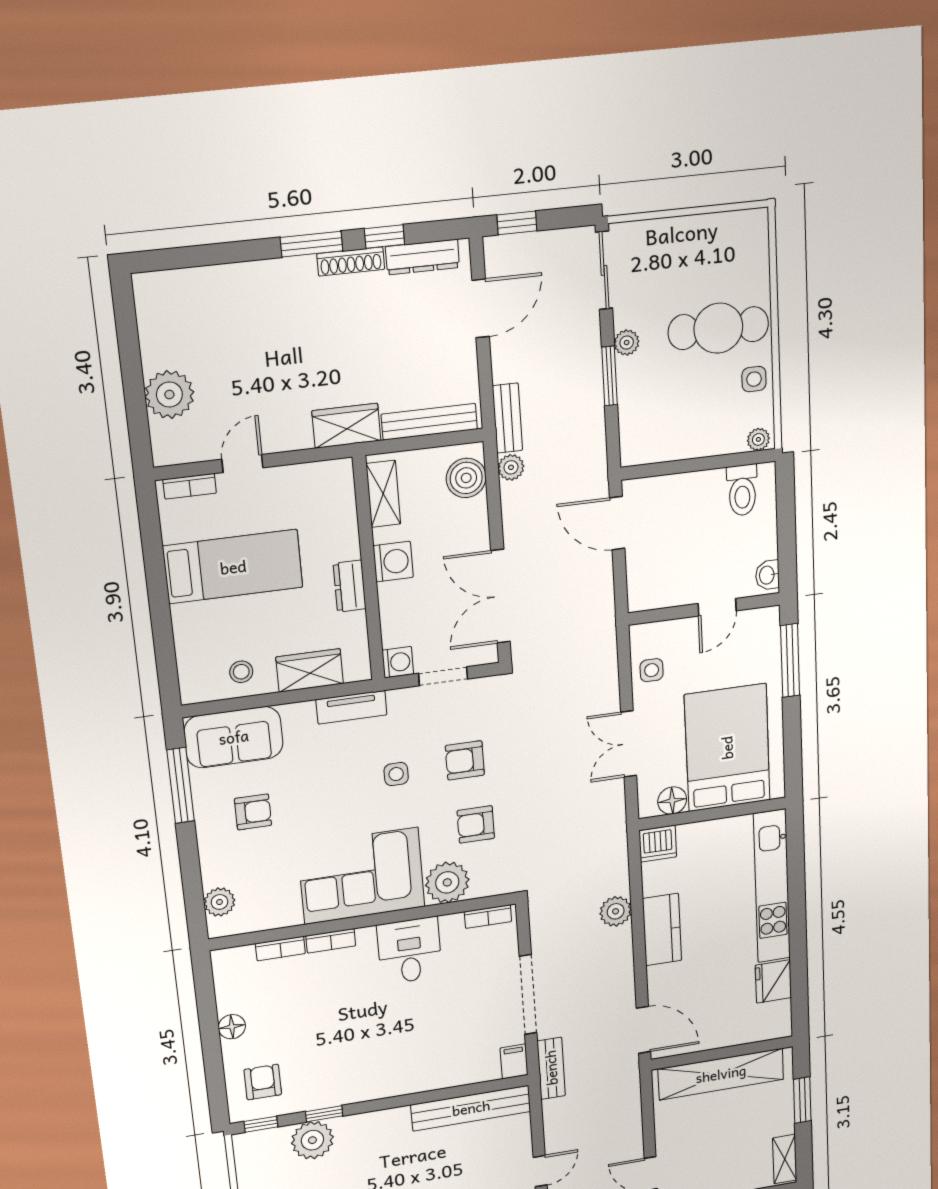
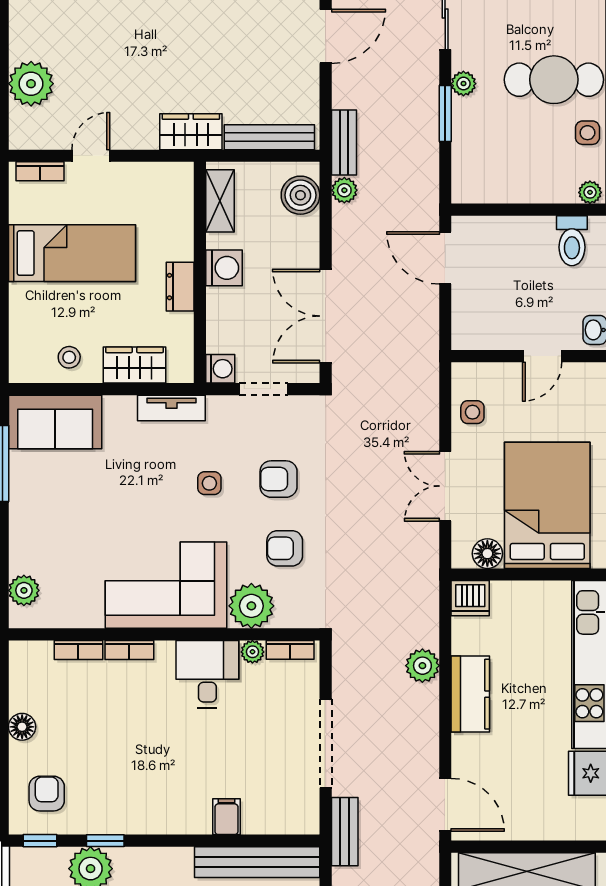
armchair: (253, 812) -> (66, 501), removed
plant: (452, 924) -> (252, 652), added
filing cabinet: (514, 1061) -> (226, 817), moved

